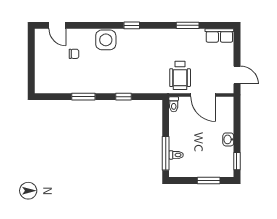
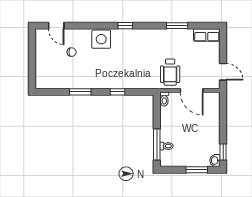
washbasin: (228, 139) -> (215, 161), moved

